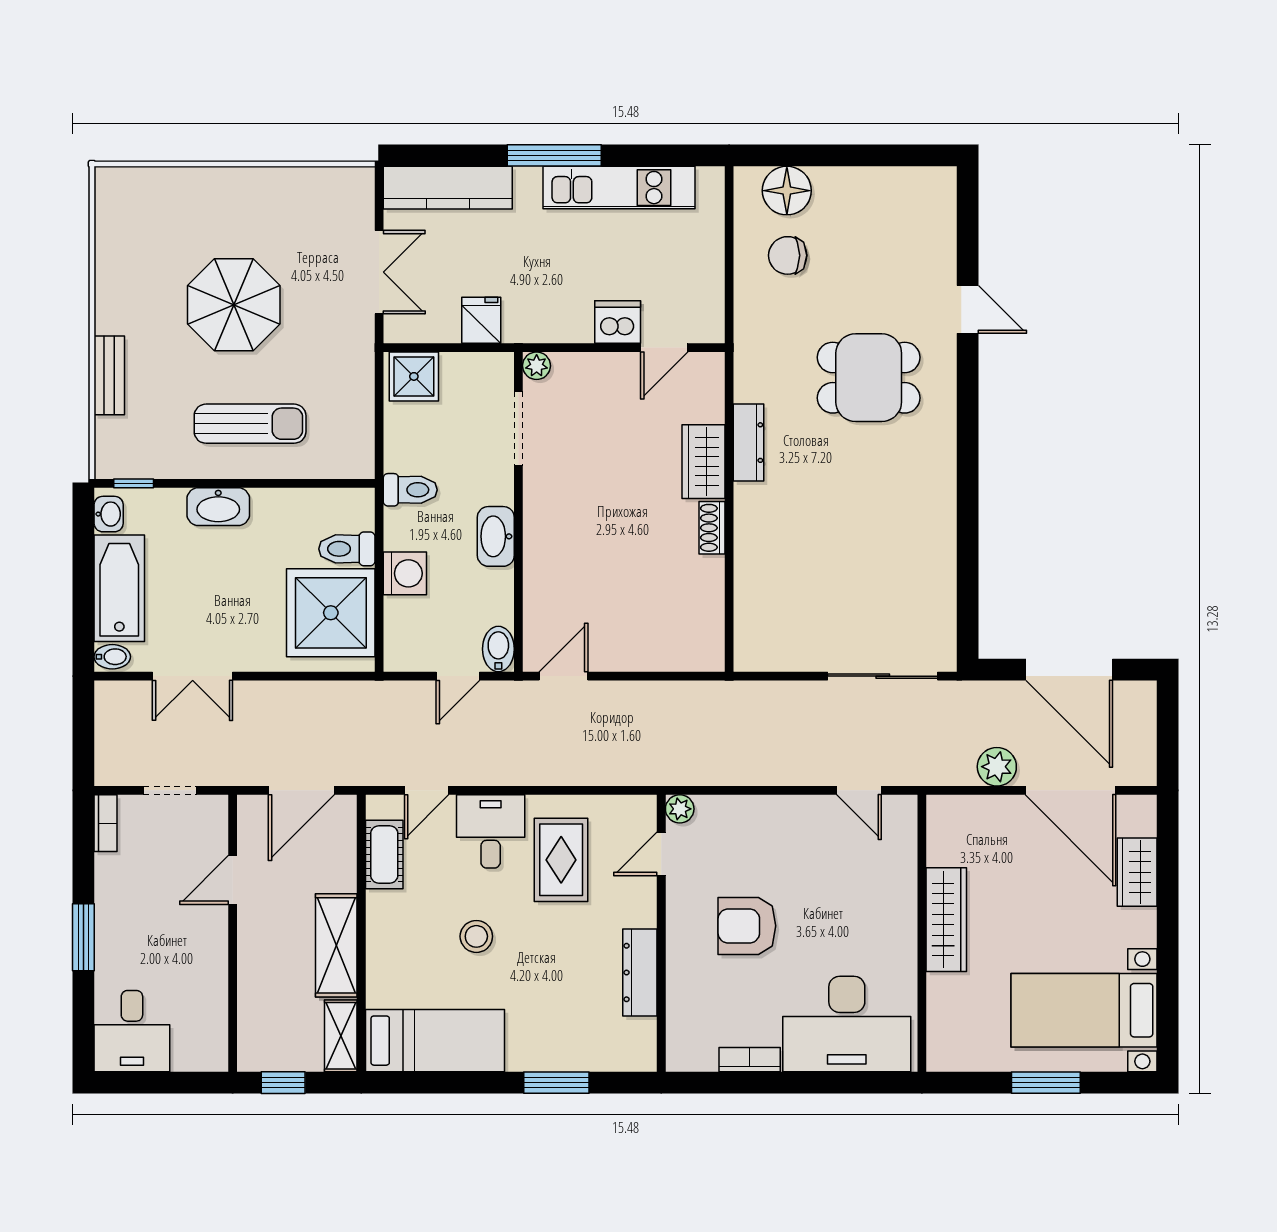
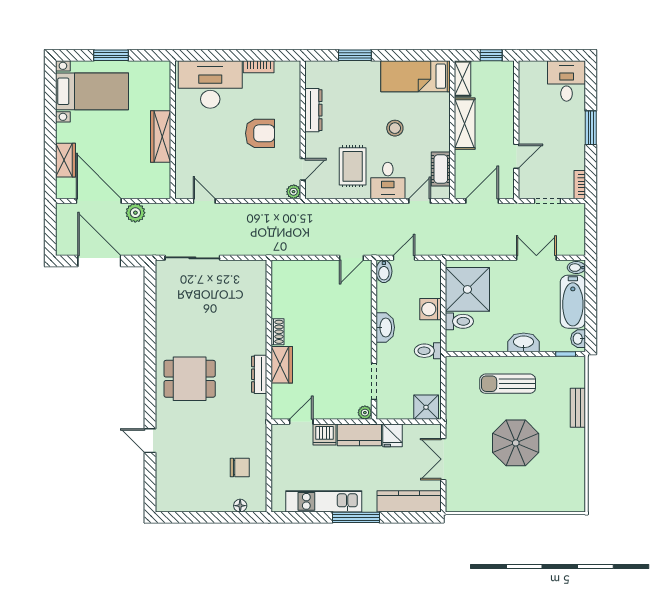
floor lamp: (787, 191) -> (240, 506), width x0.53, depth x0.53
kitchen counter: (548, 321) -> (359, 435), added
dining table: (869, 378) -> (190, 379), moved

